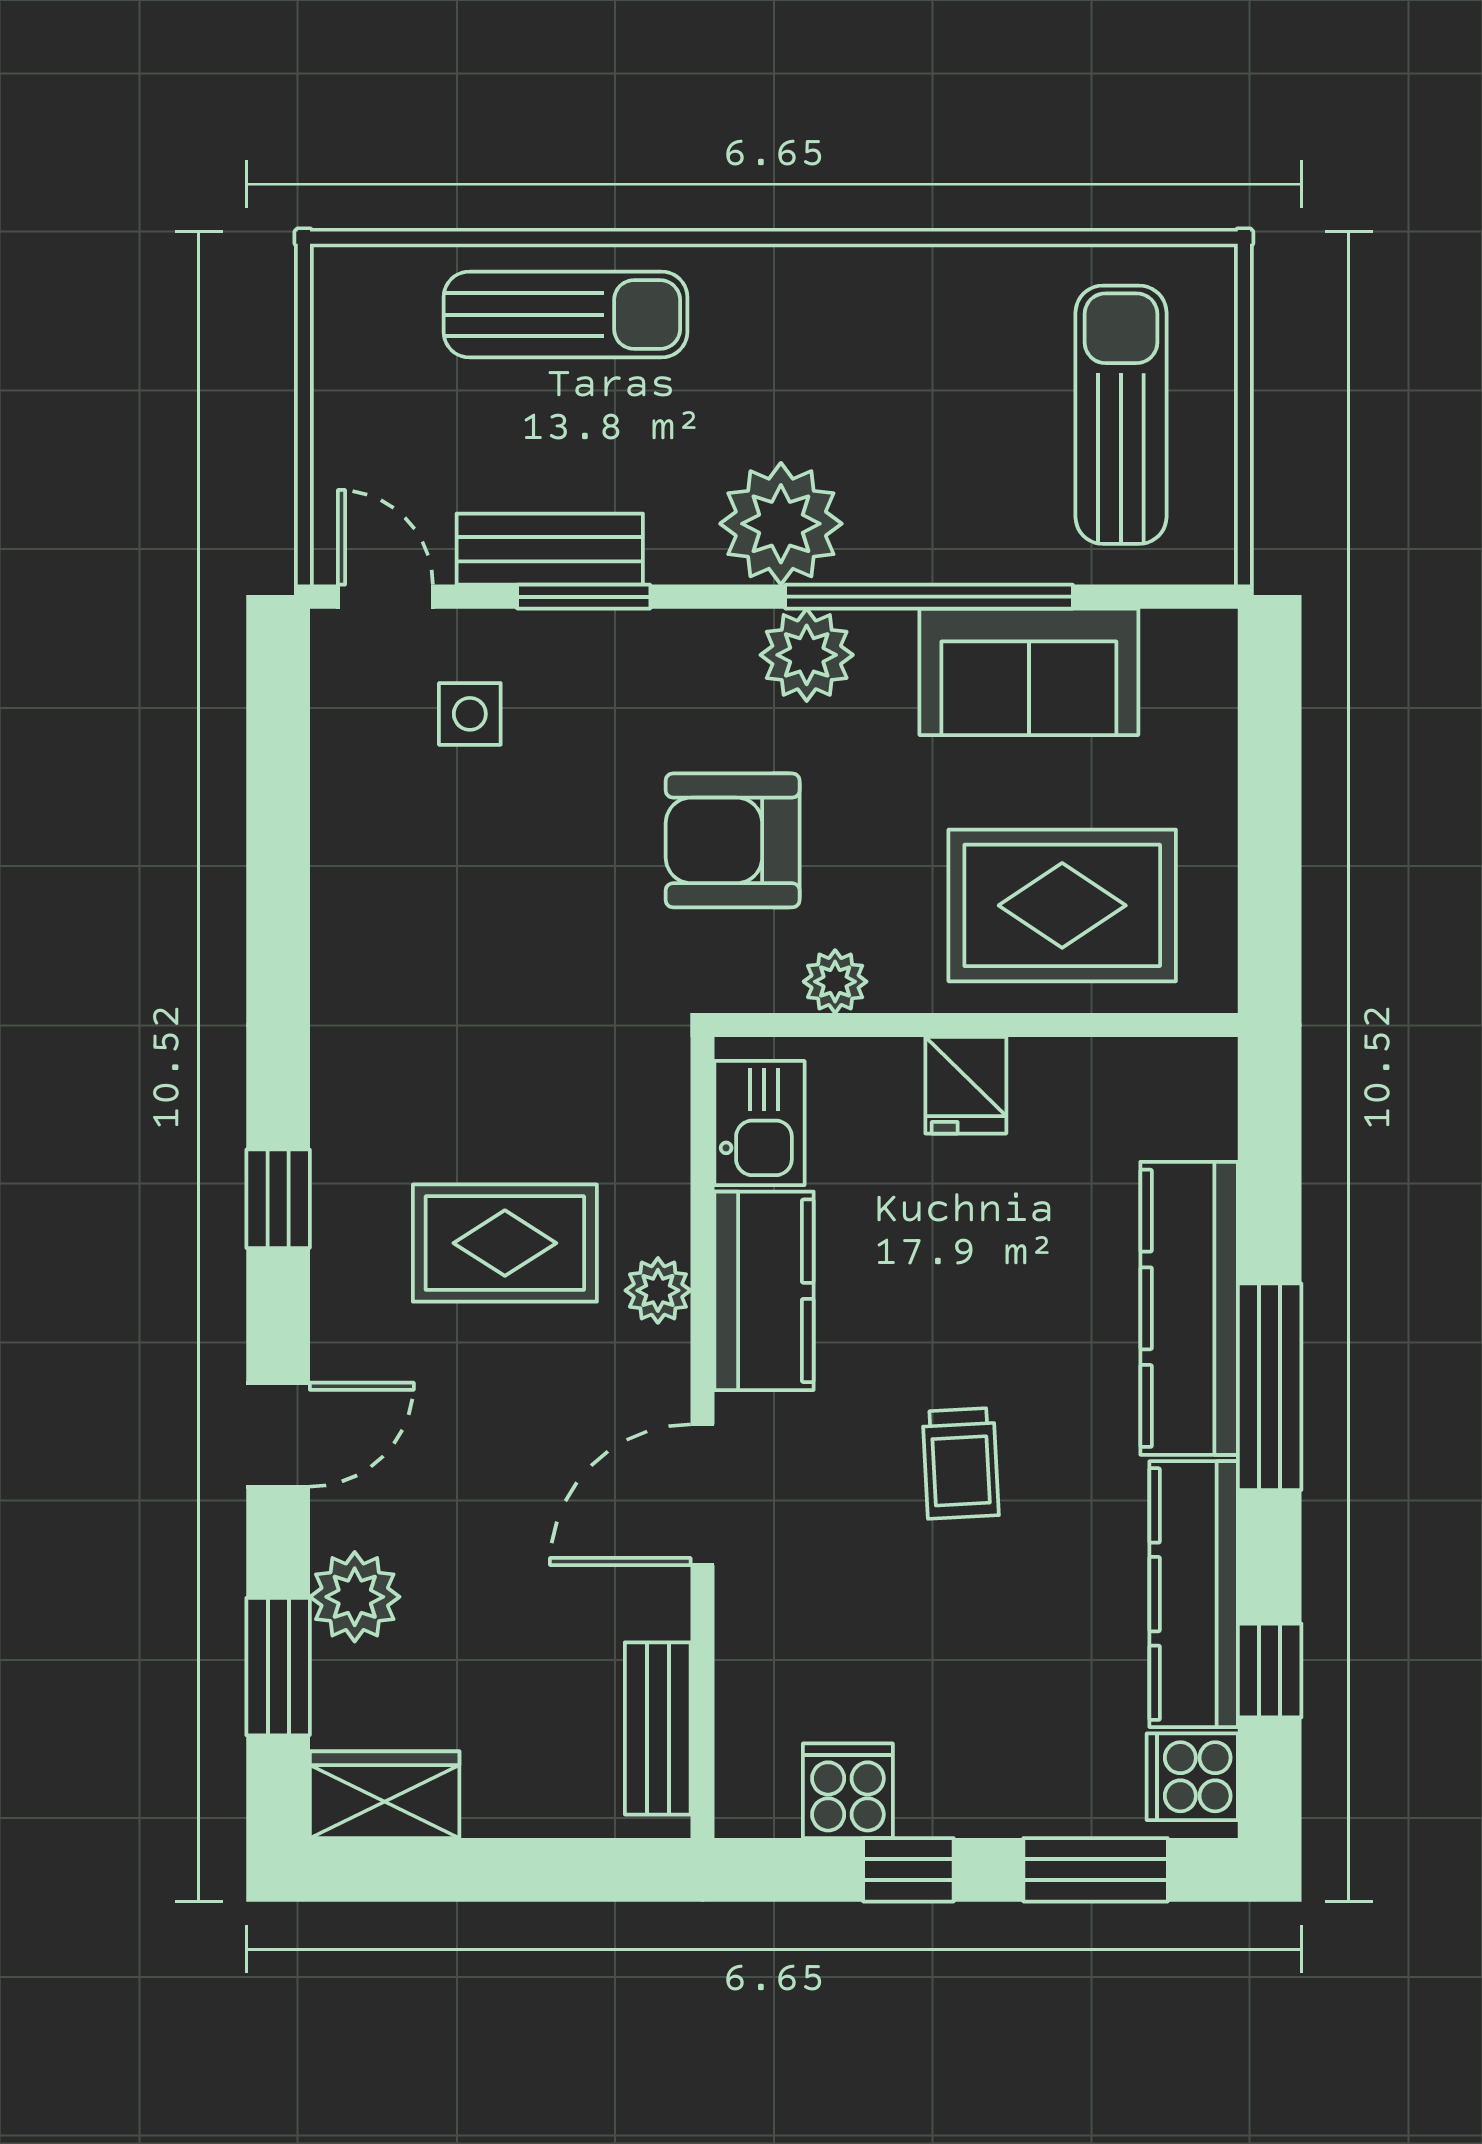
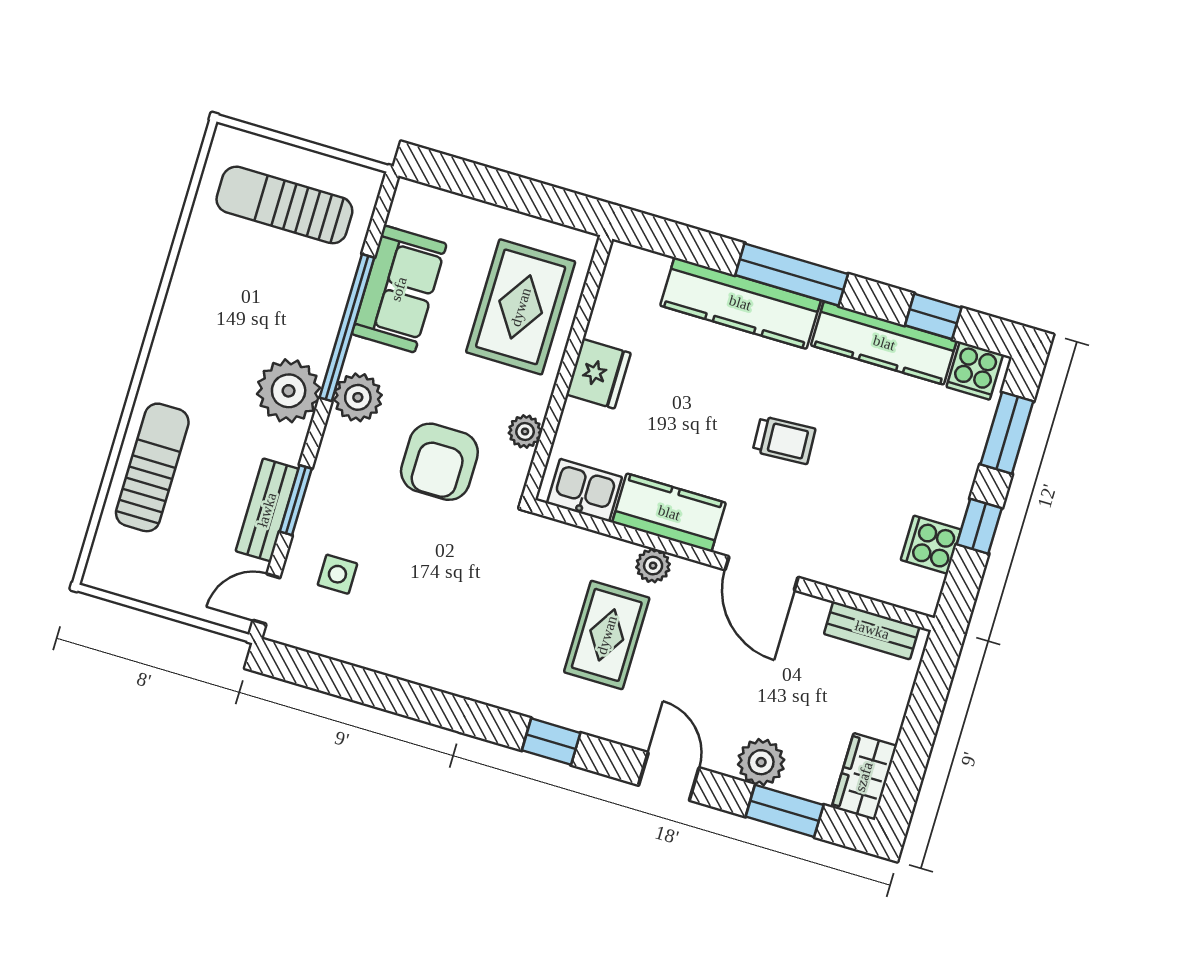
fridge: (966, 1085) -> (598, 374), width x1.38

